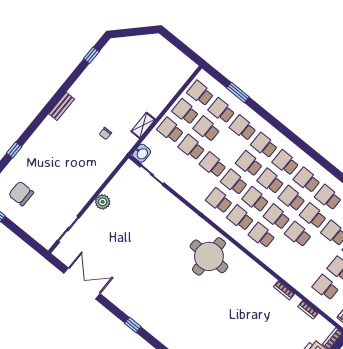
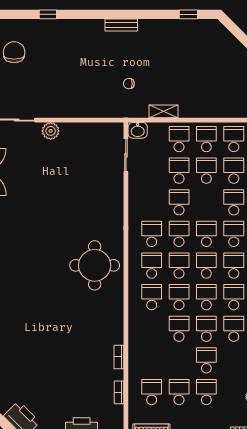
plant: (103, 202) -> (51, 131), moved

